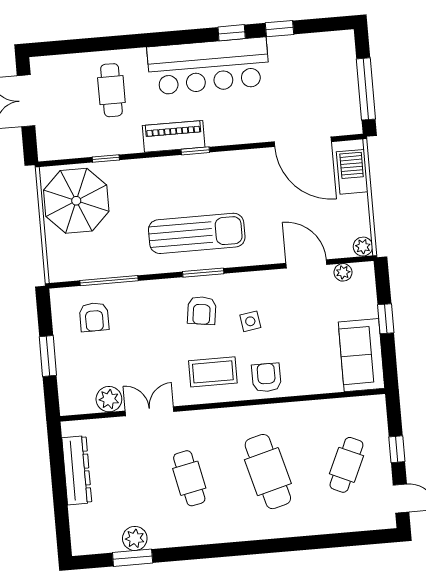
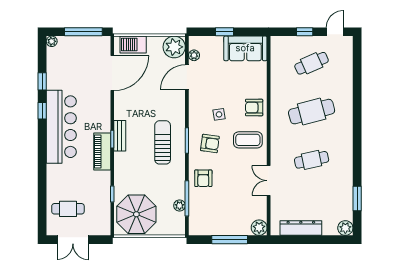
plant: (346, 39) -> (52, 41), added
cafe table: (111, 90) -> (68, 209), moved
bench: (202, 163) -> (120, 136), added
sun lounger: (197, 233) -> (163, 142), width x0.73, depth x0.75
plant: (363, 247) -> (174, 47), width x1.87, depth x1.87
plant: (96, 270) -> (180, 206), added
armchair: (94, 317) -> (203, 178), moved, turned 90
window: (48, 356) -> (230, 240), width x1.44
coffee table: (213, 372) -> (248, 140), turned 90
plant: (109, 399) -> (259, 228), moved
cafe table: (346, 465) -> (312, 63), turned -48
plant: (135, 538) -> (345, 228), moved

